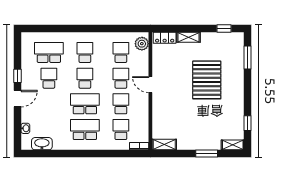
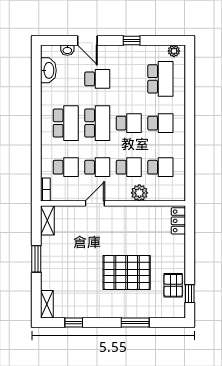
shelving: (189, 37) -> (179, 250), removed
plant: (26, 41) -> (174, 51), added
pallet: (217, 42) -> (173, 285), added
plant: (142, 44) -> (139, 193), moved
window: (248, 58) -> (135, 322), moved
school desk: (49, 78) -> (97, 79), moved
door: (150, 85) -> (95, 203), moved
door: (18, 99) -> (87, 41), moved
window: (207, 154) -> (36, 259), moved

